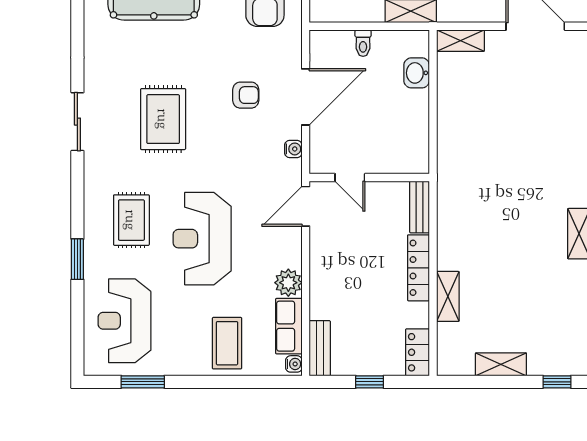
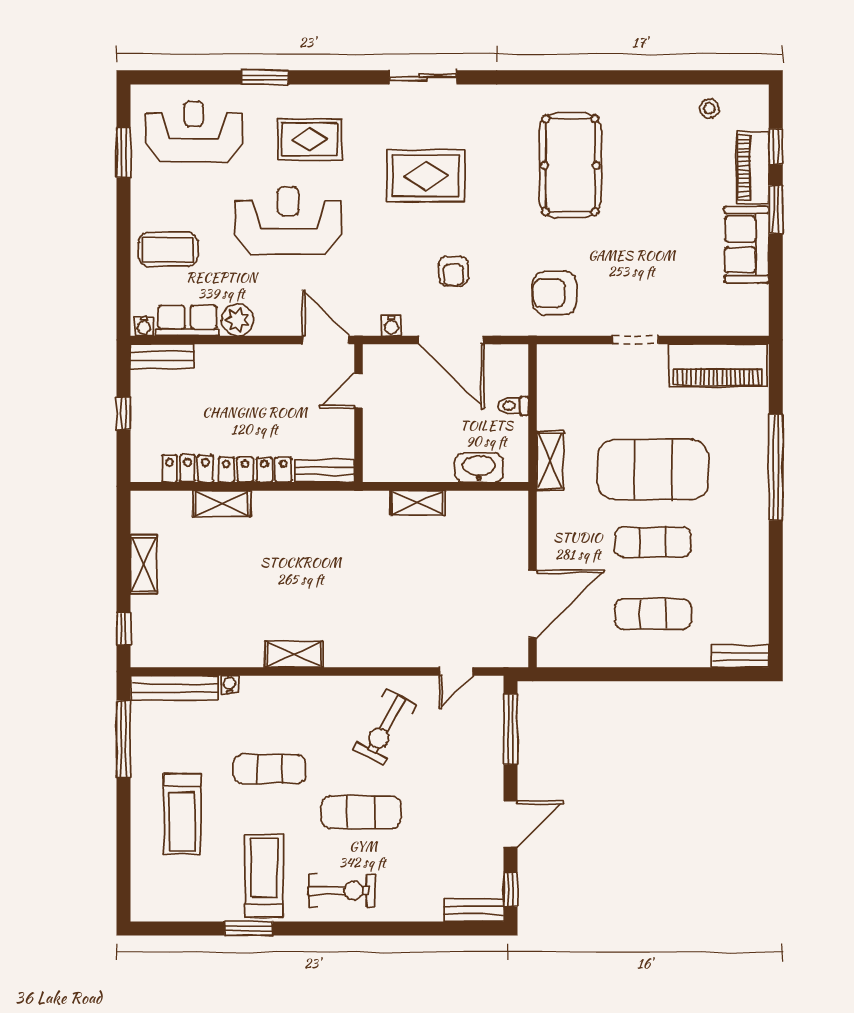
shelving: (460, 41) -> (418, 503), moved, turned 90
washbasin: (417, 73) -> (479, 468), width x1.38
locker: (417, 352) -> (188, 469), moved

